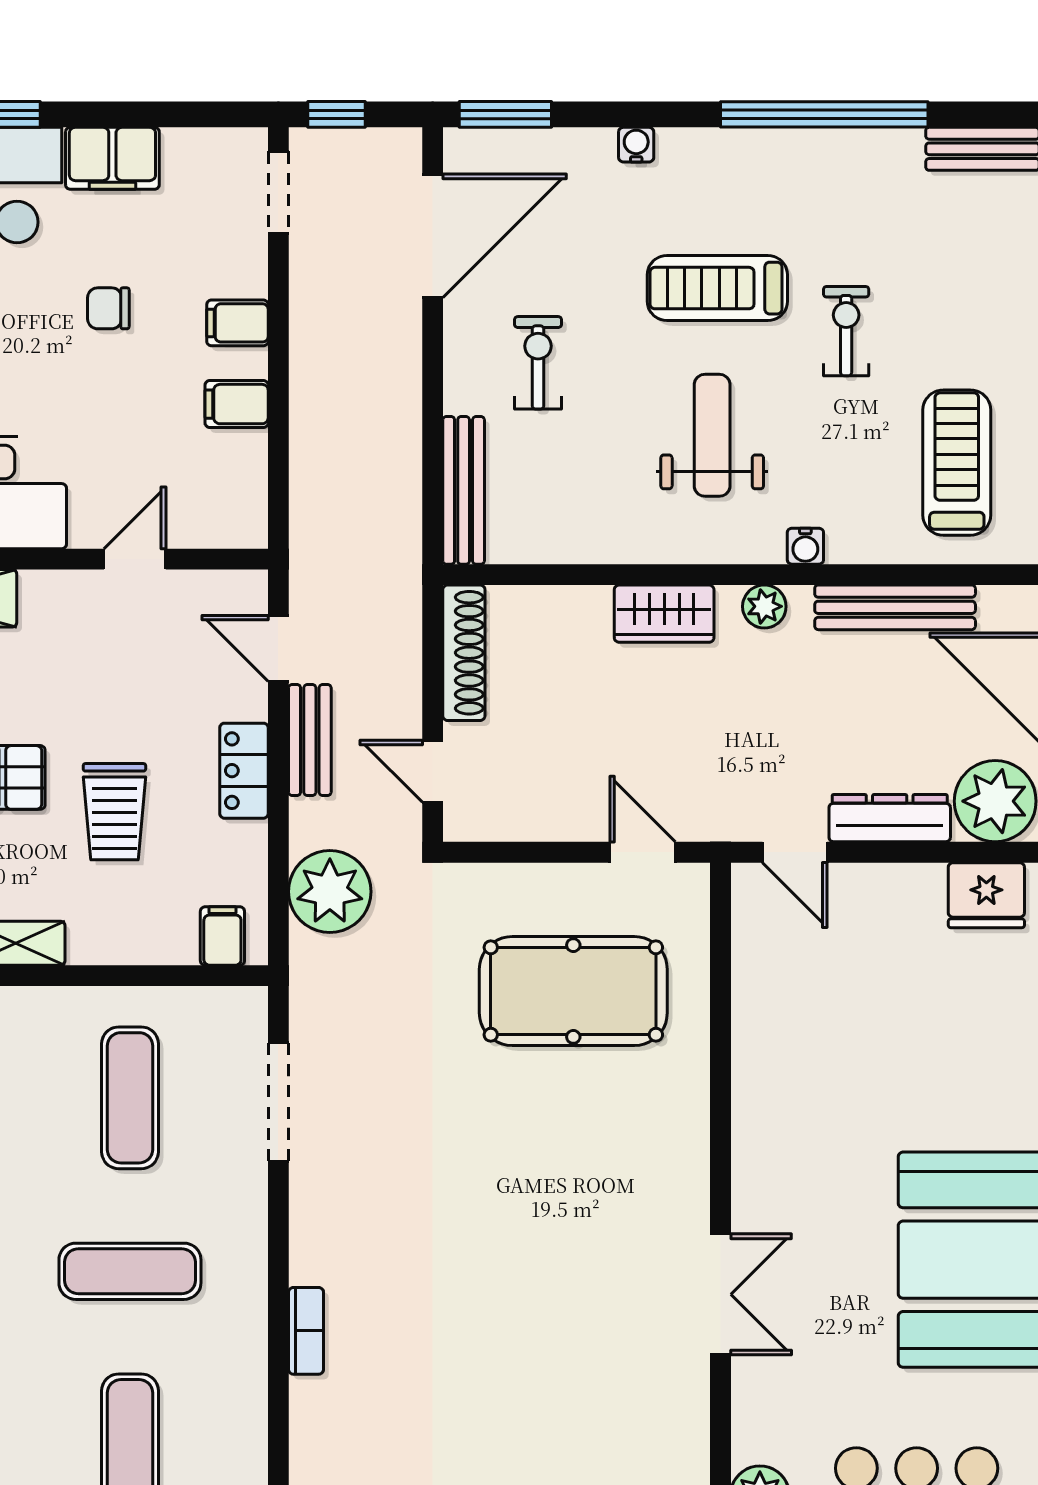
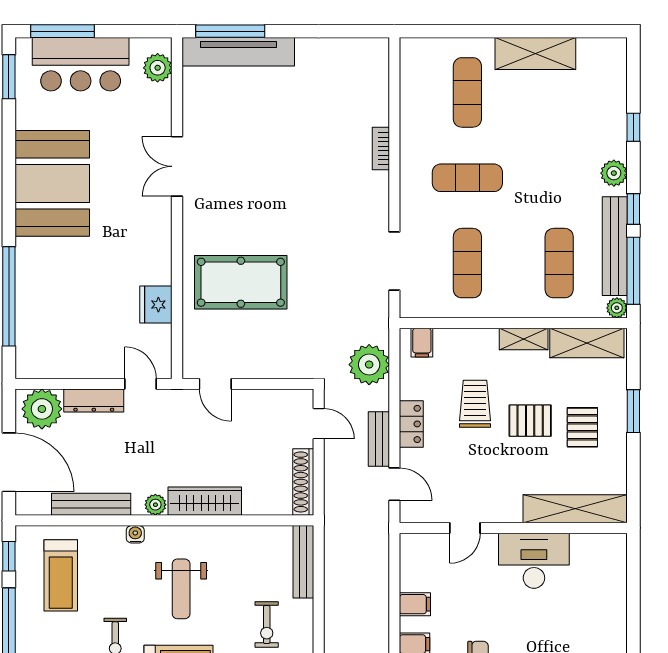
wardrobe: (664, 614) -> (205, 501), width x1.50
fridge: (986, 895) -> (156, 305), moved, turned -90
pool table: (573, 991) -> (241, 282), moved

